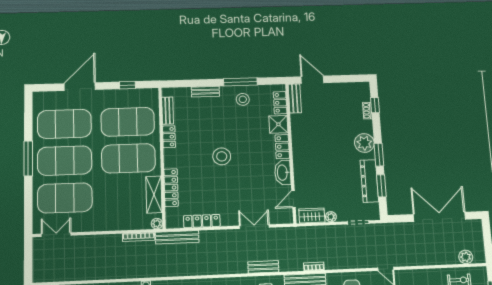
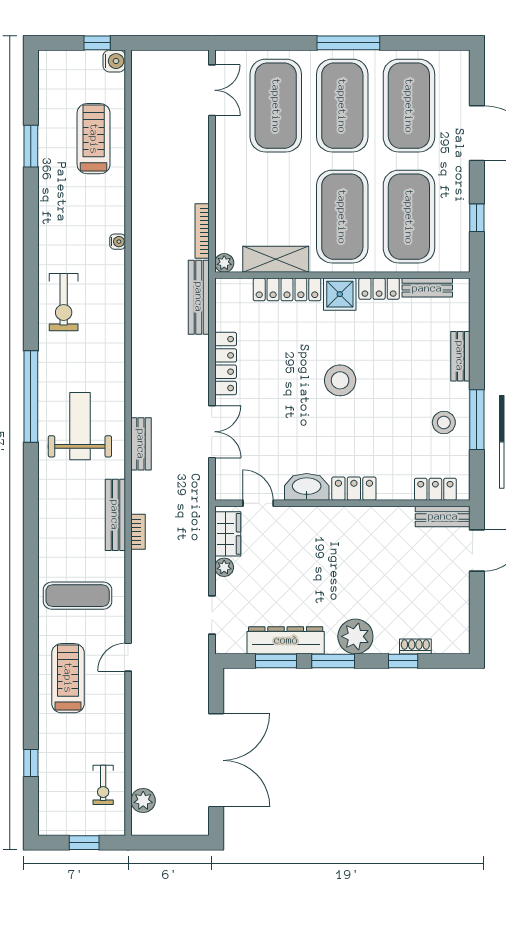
window: (375, 105) -> (403, 661), moved
shower: (278, 124) -> (340, 294), moved
locker: (202, 221) -> (226, 364), moved

